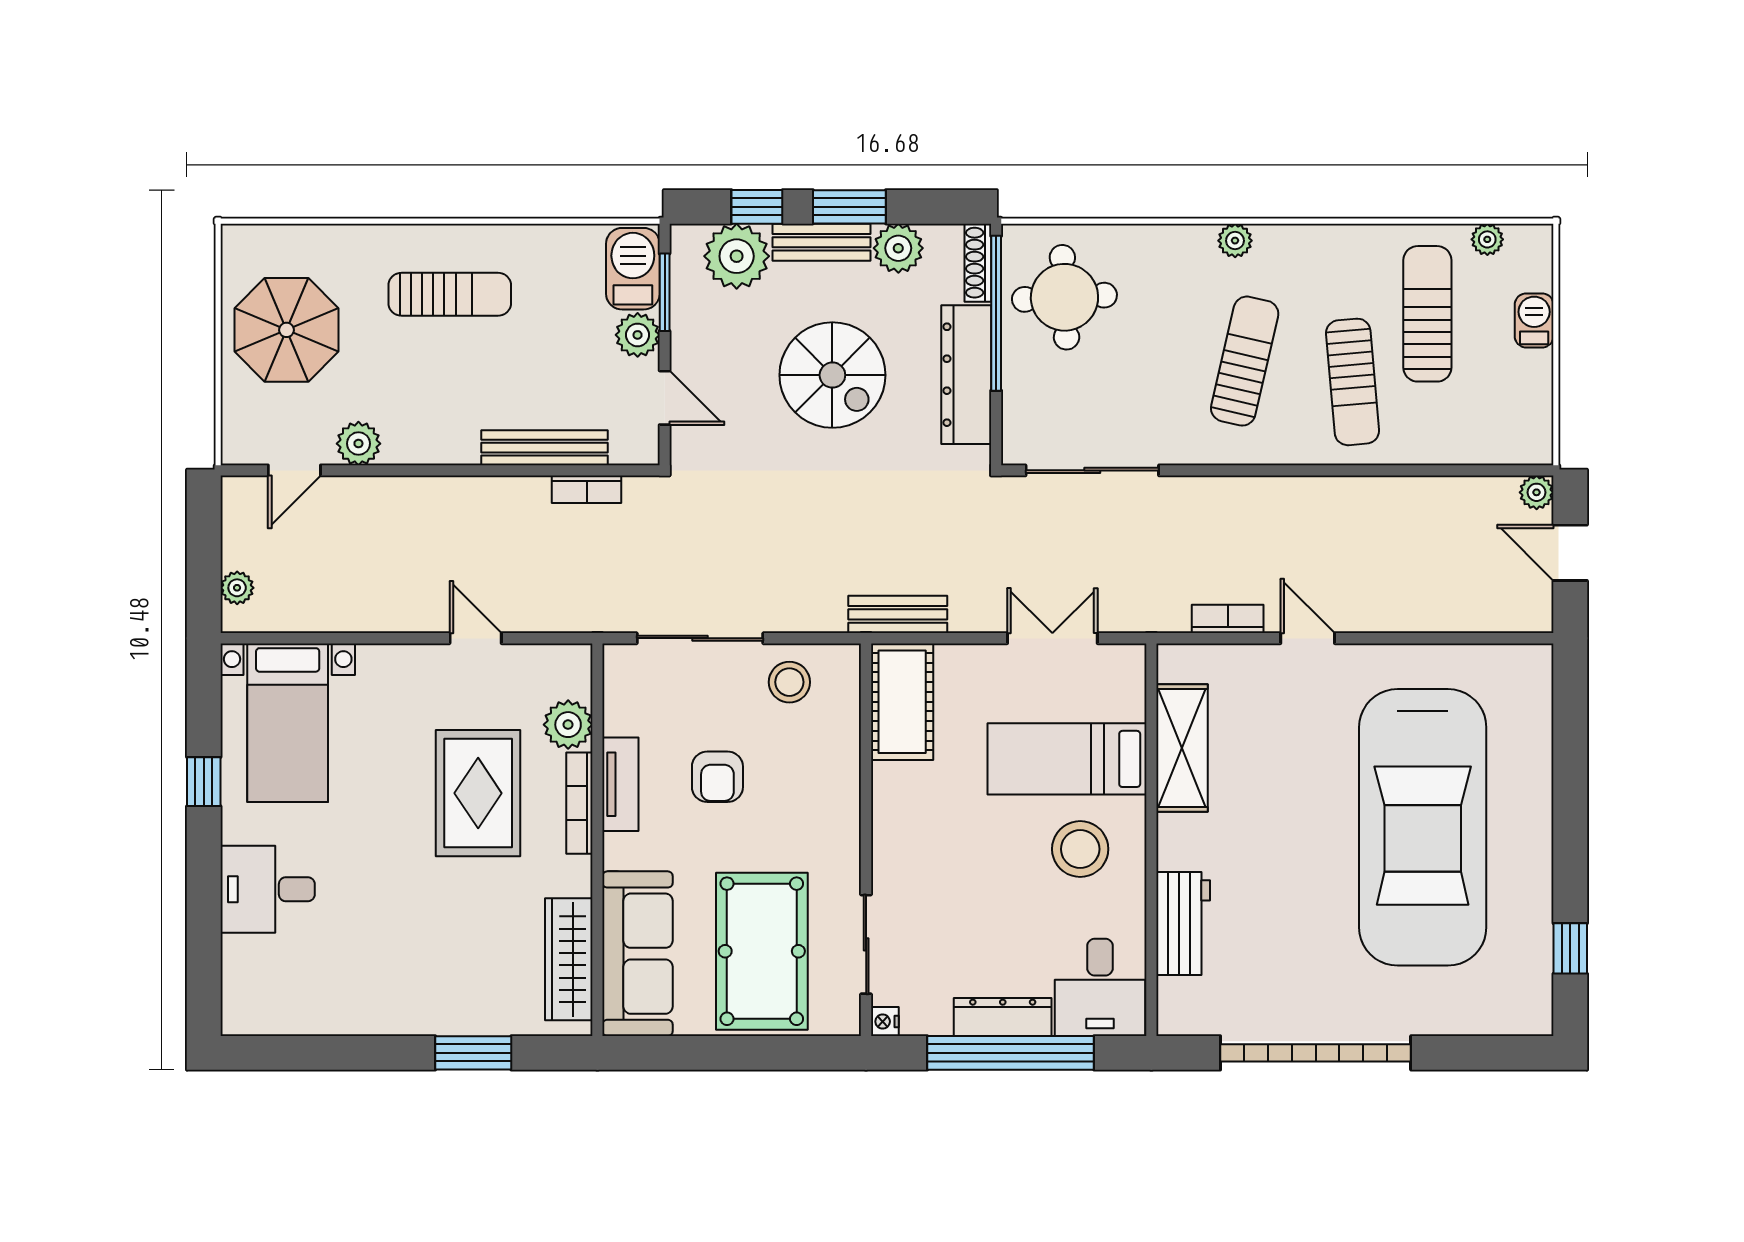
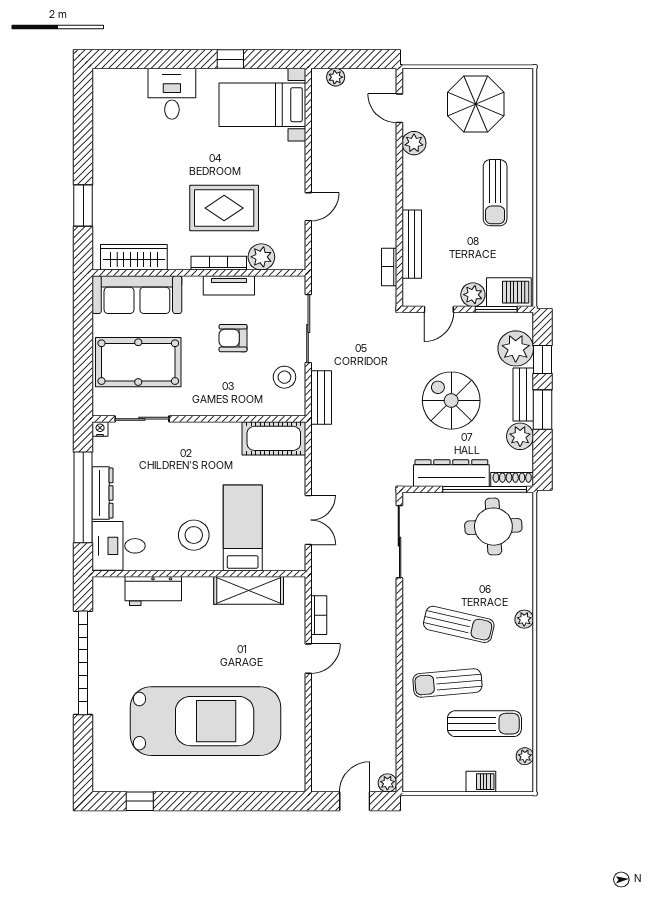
spiral stairs: (832, 375) -> (451, 401), turned 90
bench: (898, 614) -> (321, 398), moved
car: (1423, 827) -> (206, 721), turned 180

